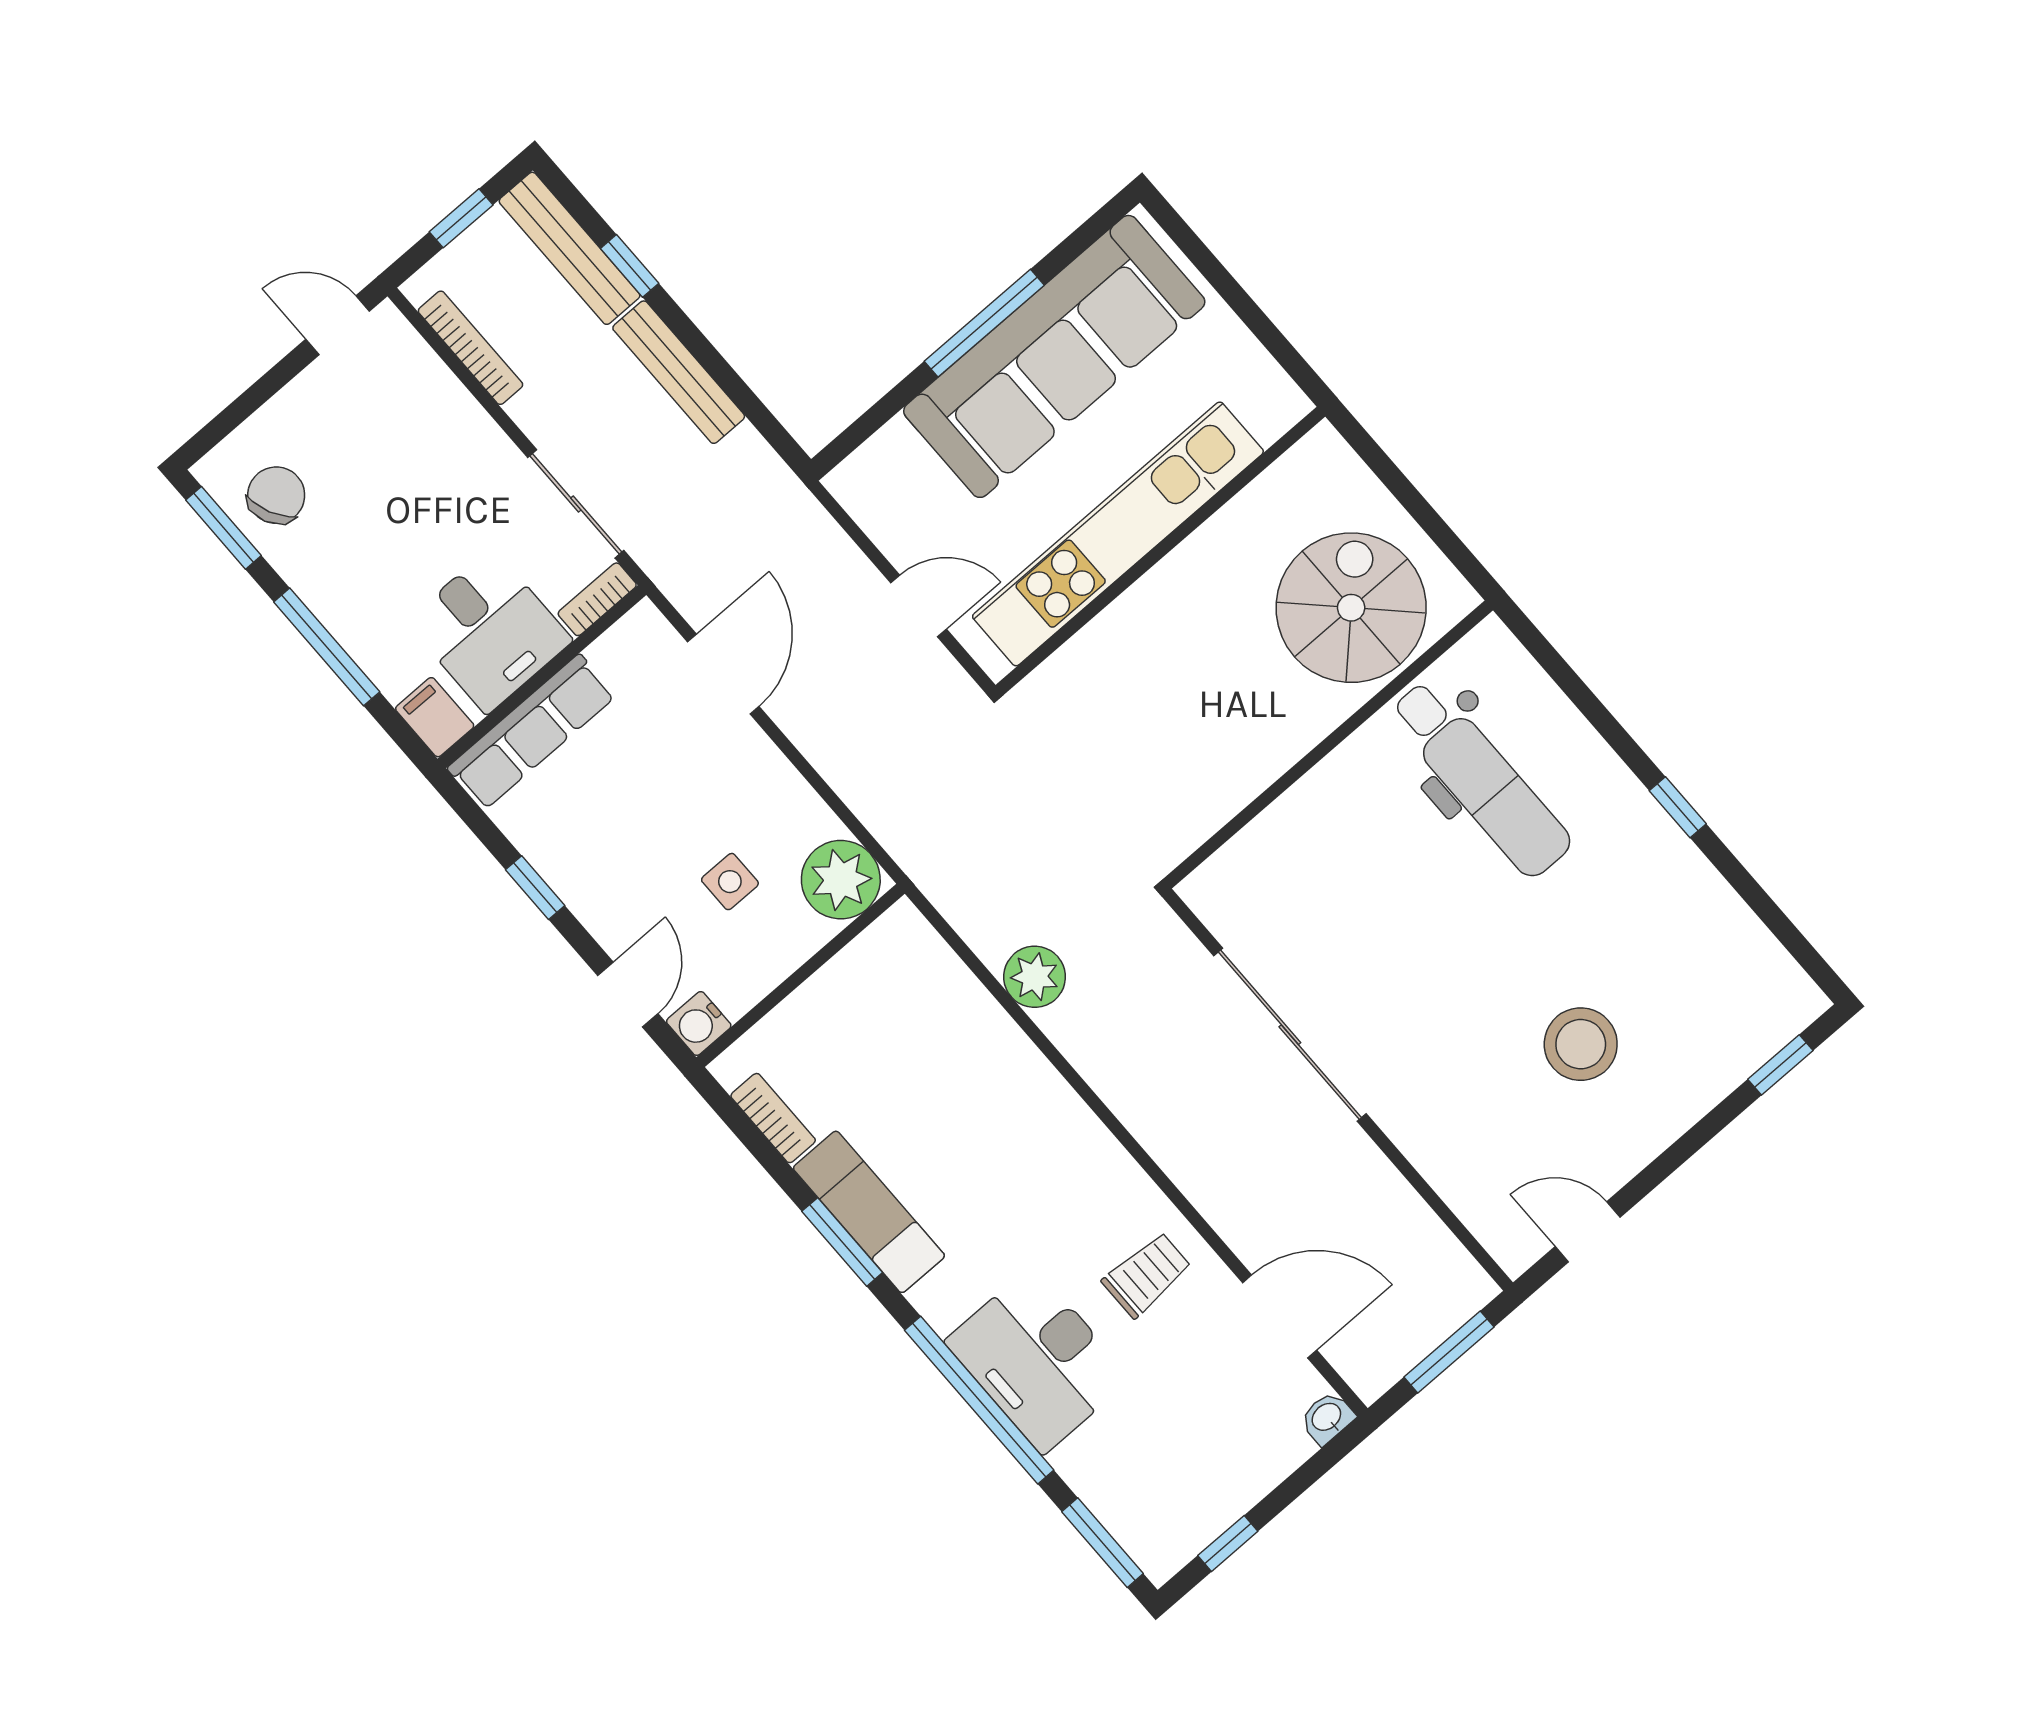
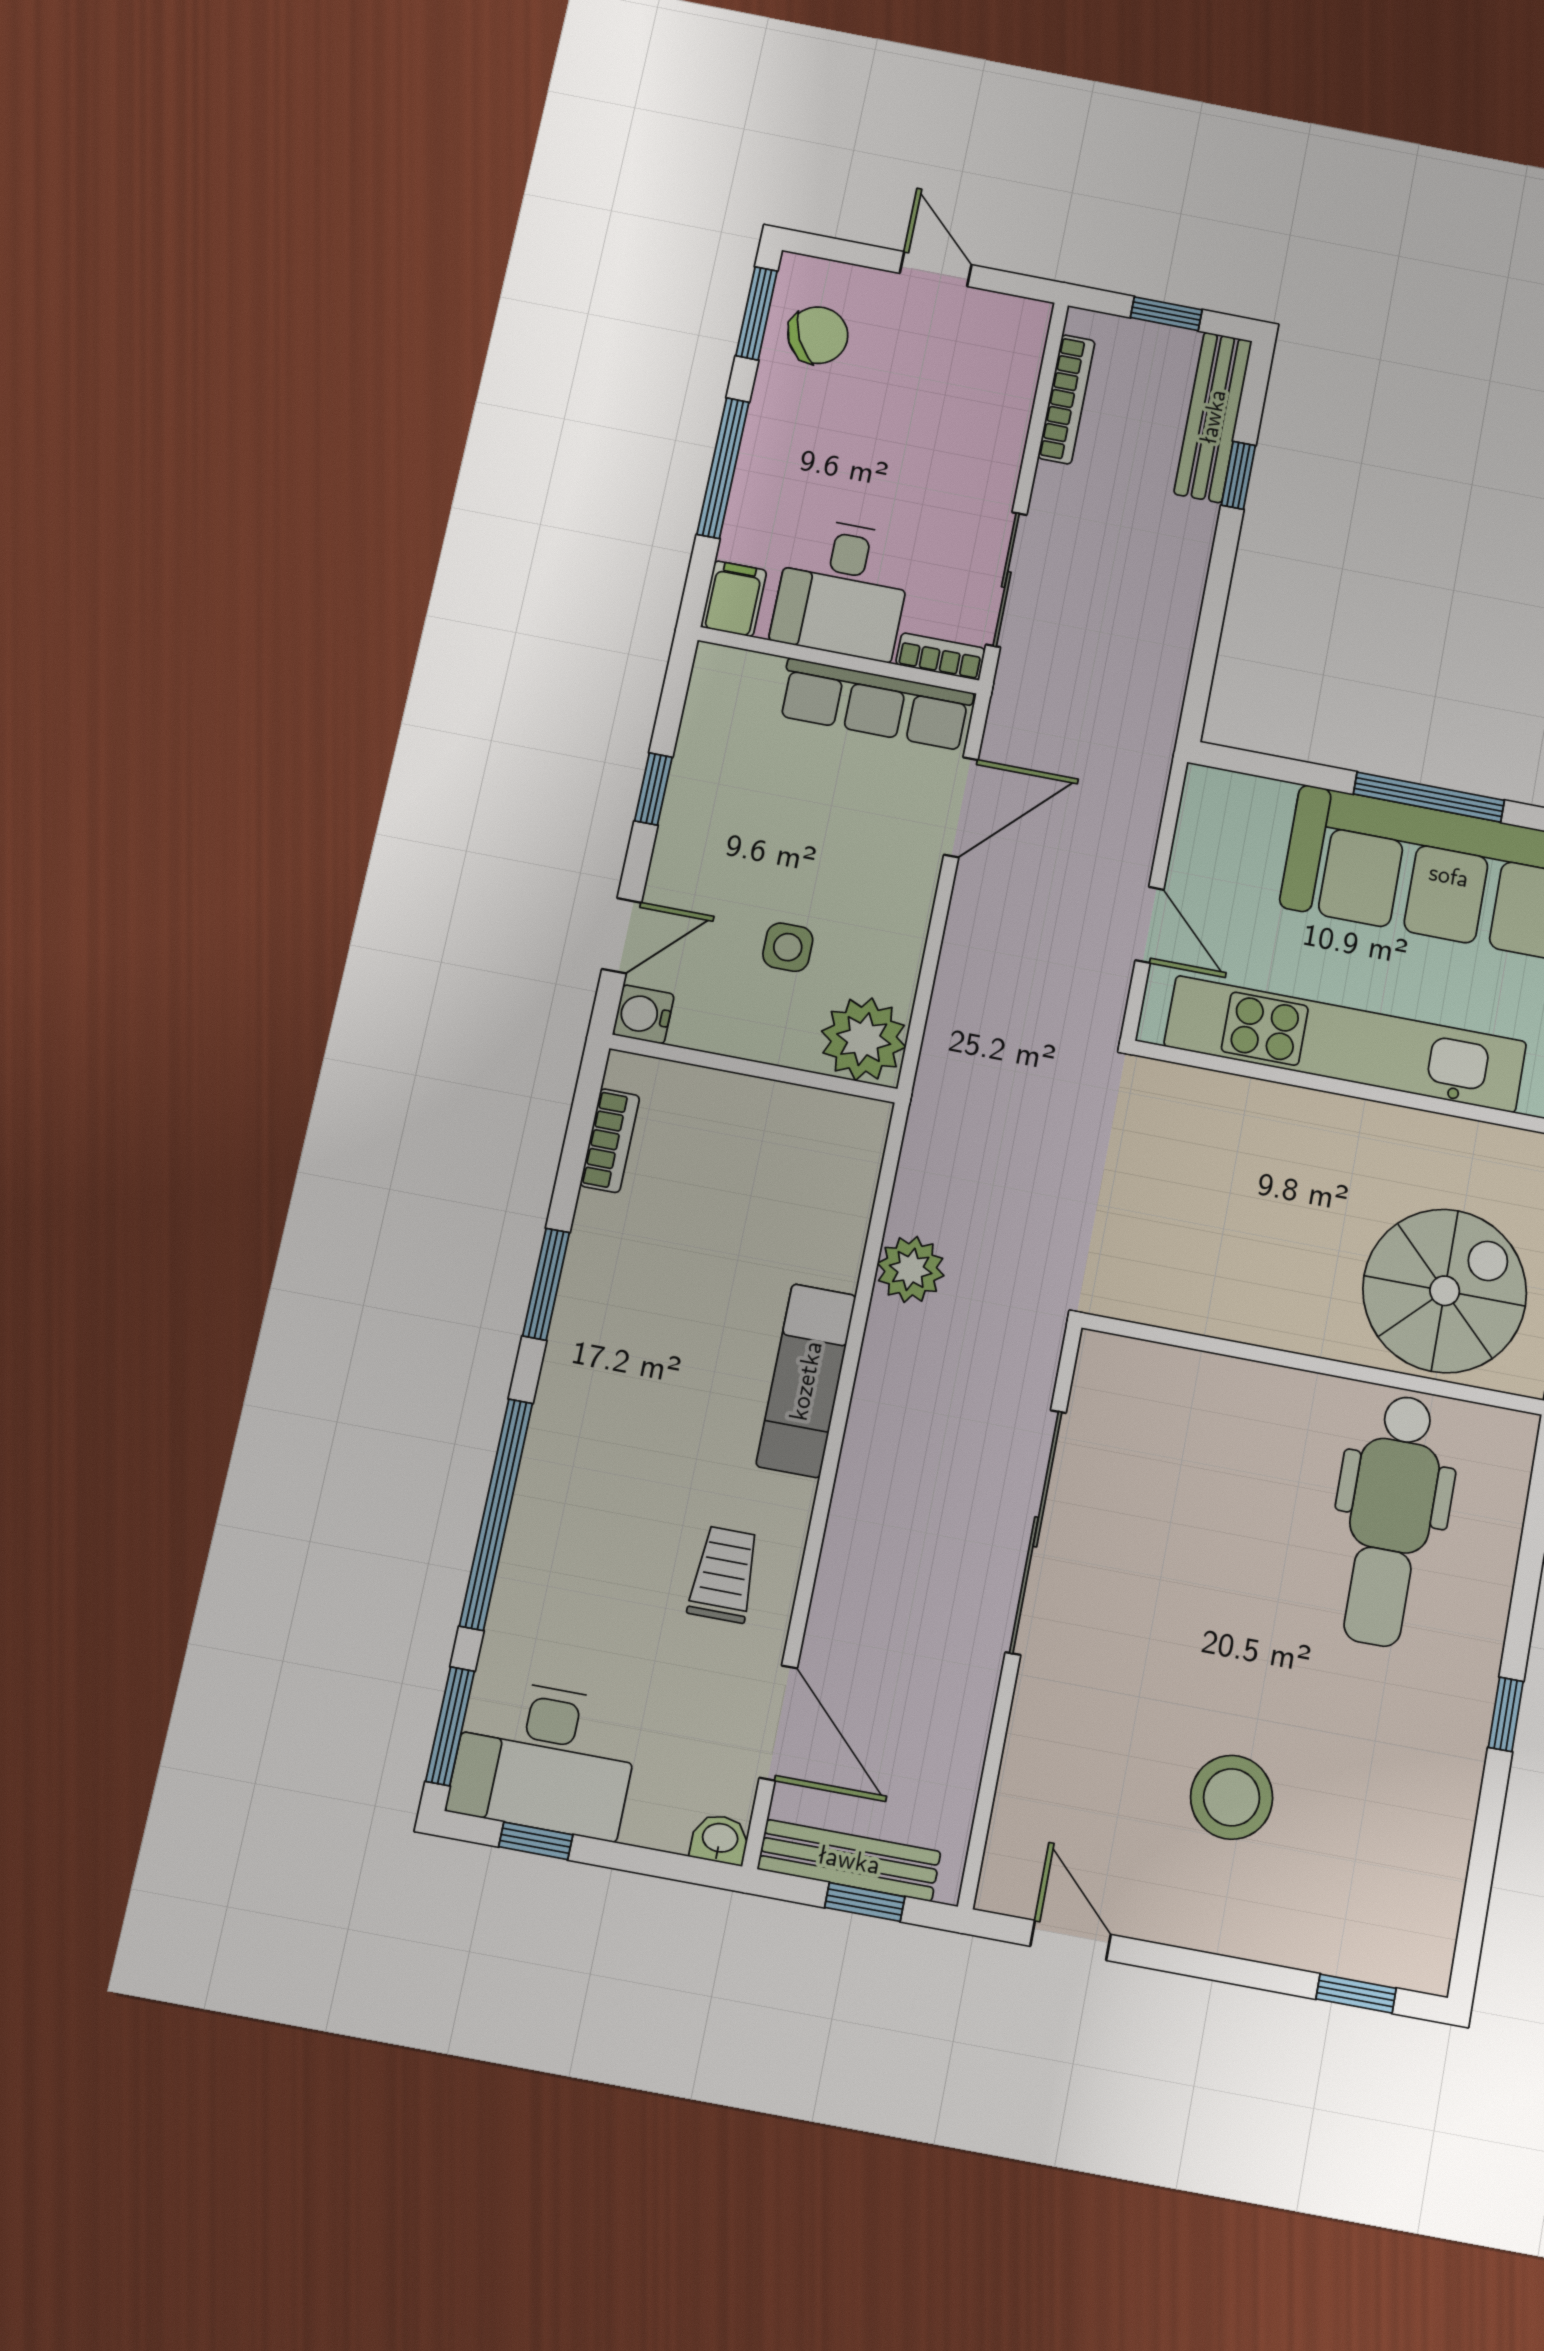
door: (338, 325) -> (936, 269), moved
bench: (679, 372) -> (849, 1860), moved, turned 90
row of seats: (532, 732) -> (876, 704), moved
exam couch: (869, 1212) -> (806, 1381), moved, turned 180
trolley: (1147, 1275) -> (724, 1574), turned -90
window: (1449, 1352) -> (865, 1902), width x0.67
desk: (1038, 1360) -> (545, 1758), moved, turned -90

